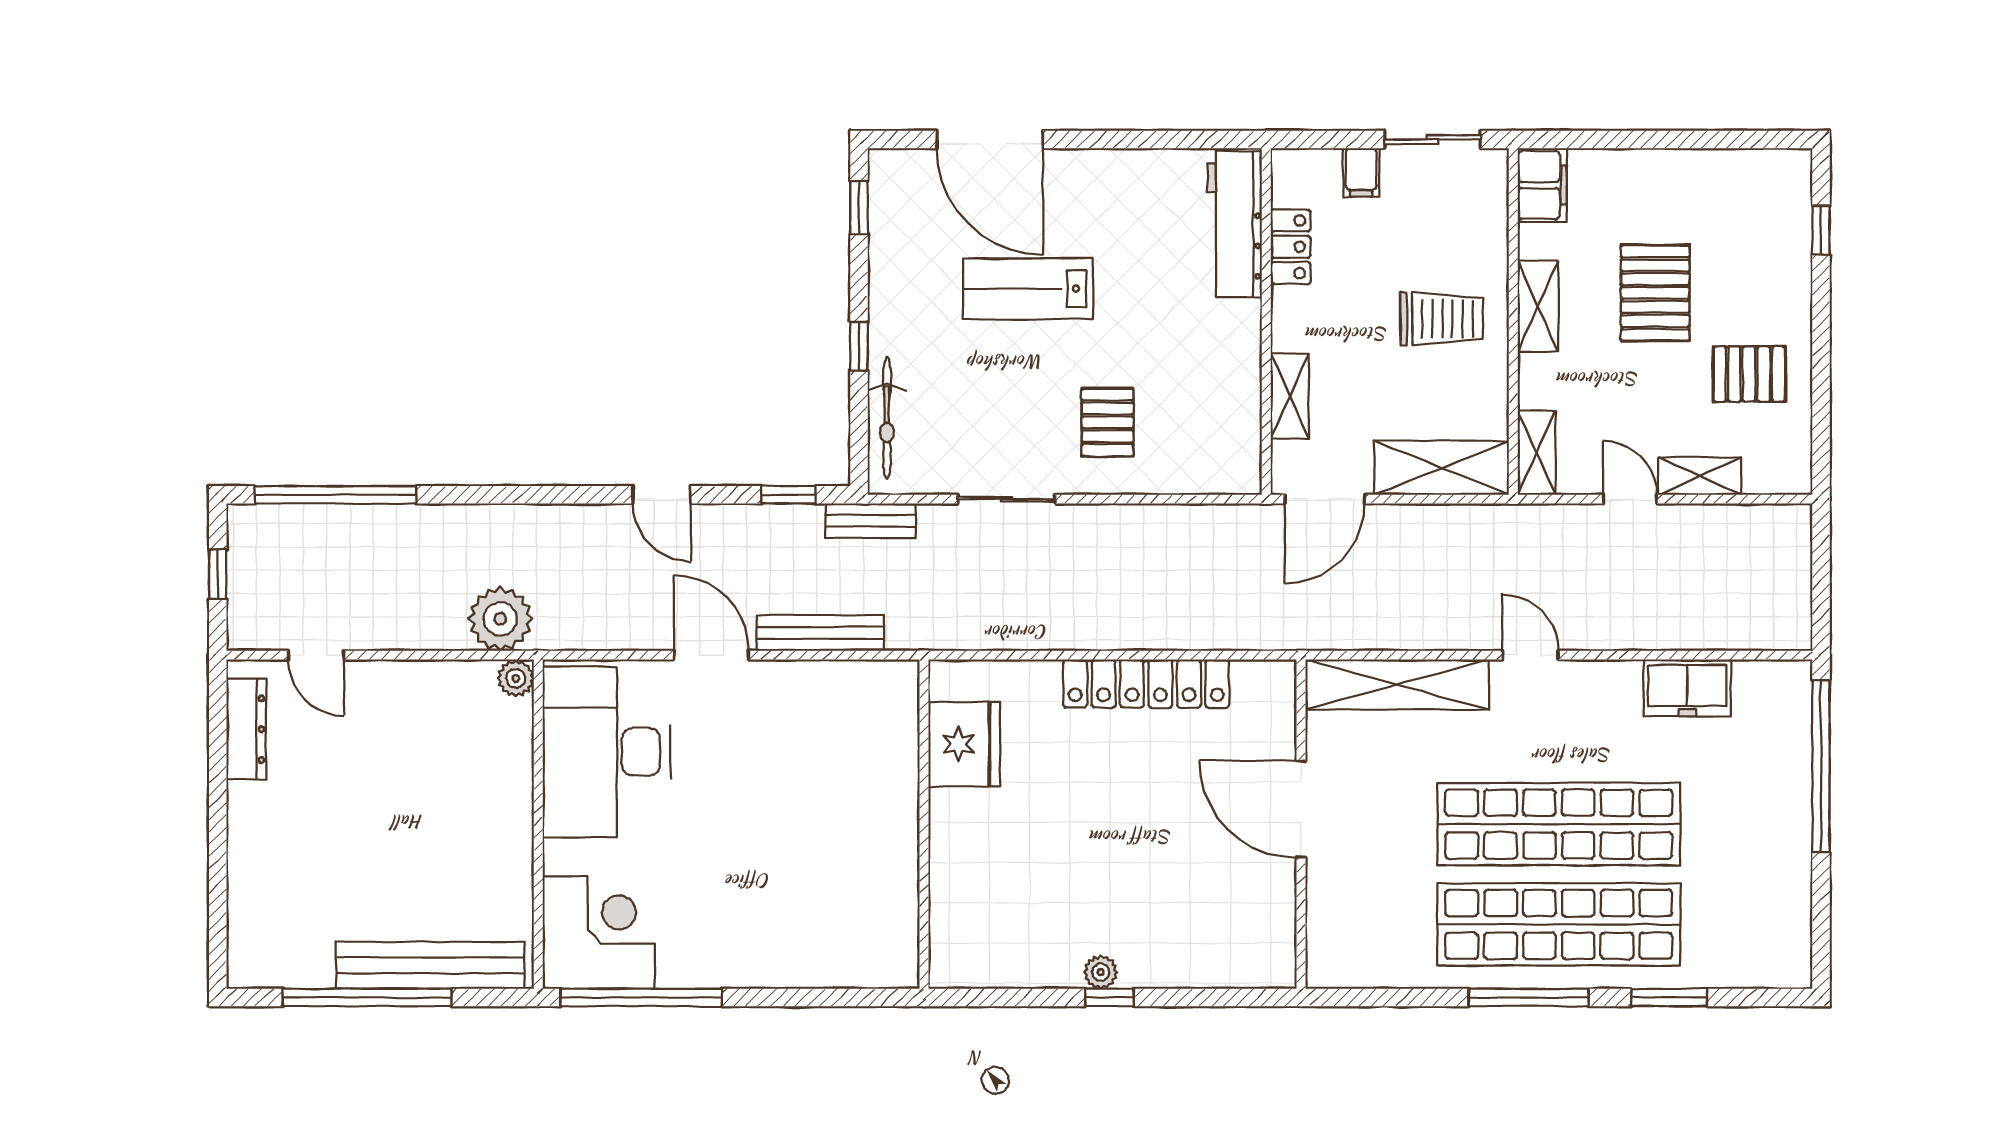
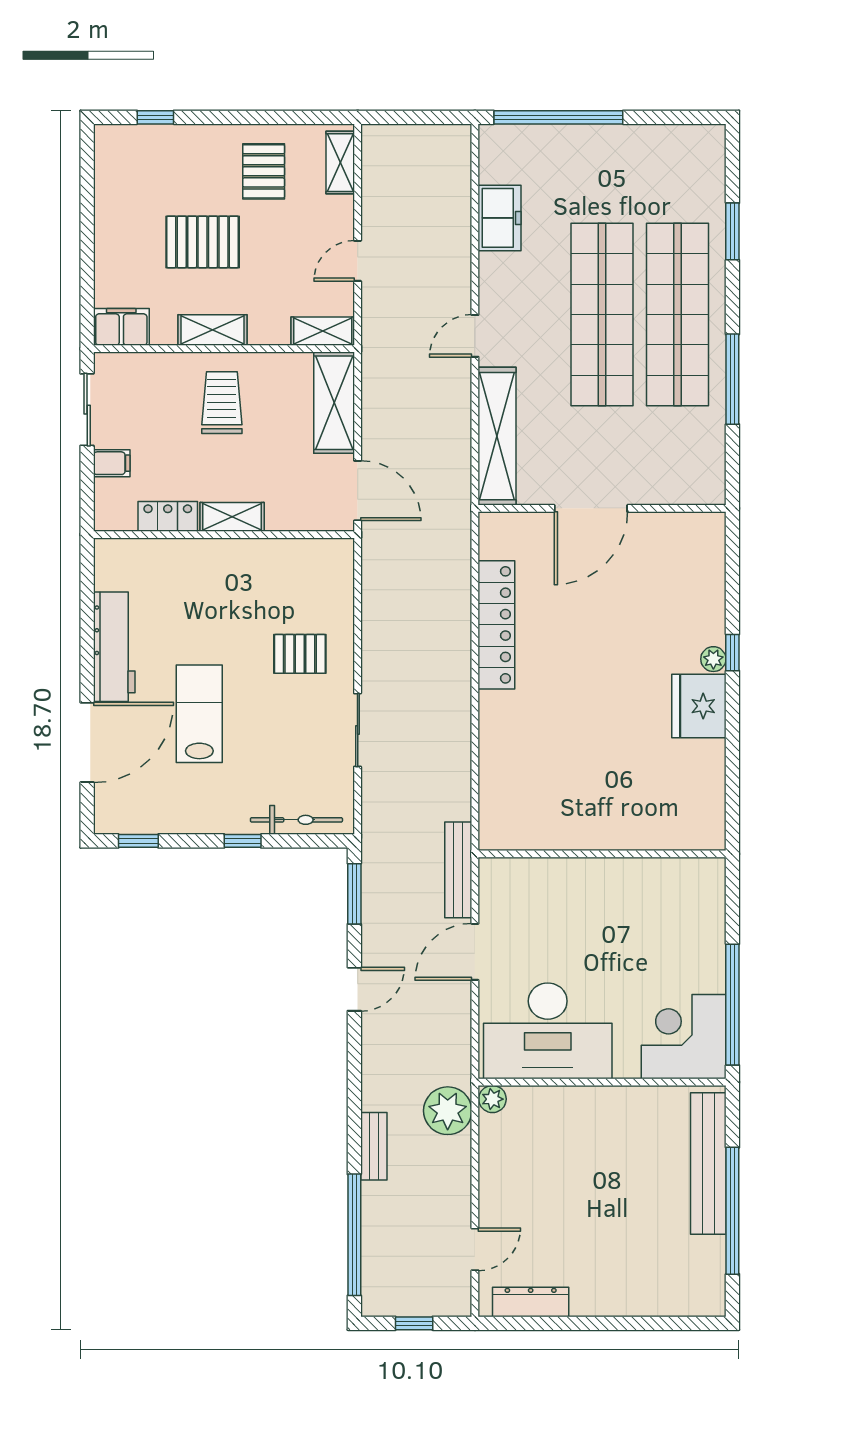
workbench: (1235, 224) -> (114, 647), moved, turned -90
lab bench: (1028, 289) -> (199, 714), turned 180
shelving: (1290, 396) -> (232, 517), moved
shelving: (1700, 476) -> (340, 163), moved
window: (789, 495) -> (354, 894), width x1.50
bench: (871, 521) -> (374, 1146), moved
fridge: (964, 744) -> (699, 706), moved, turned -90
wall: (924, 824) -> (602, 854), moved
window: (1529, 997) -> (732, 379), moved

